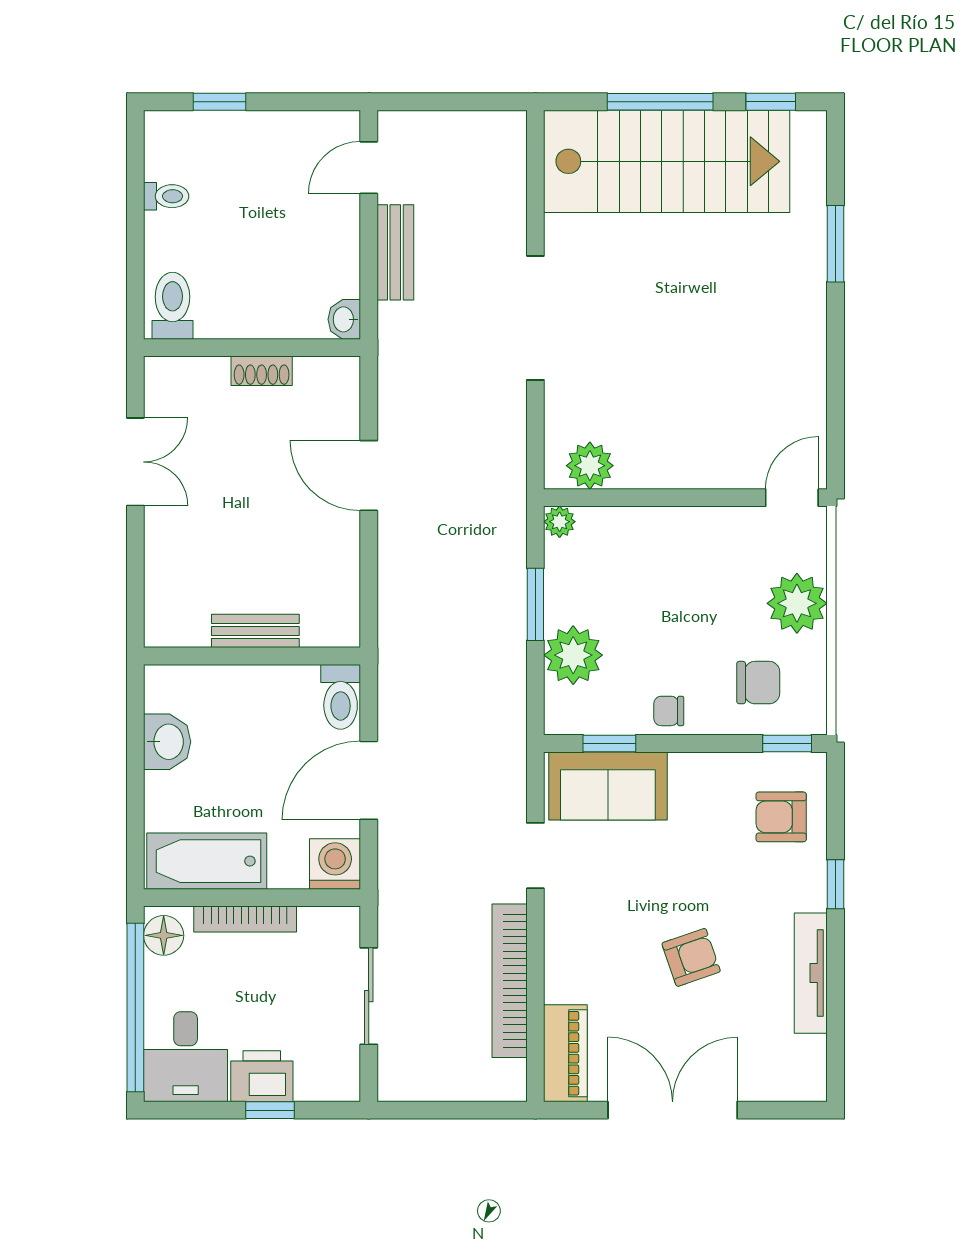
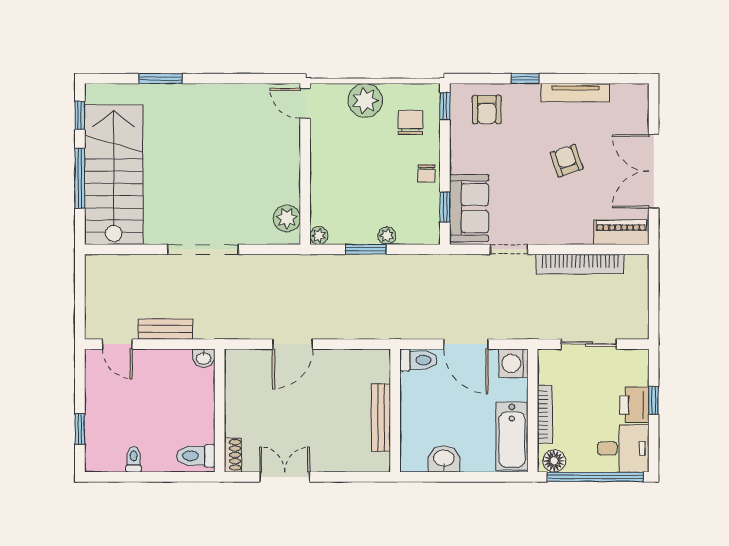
shoe rack: (262, 371) -> (233, 455), moved
bench: (255, 631) -> (381, 418), width x1.36
plant: (573, 655) -> (387, 236), width x0.53, depth x0.53

